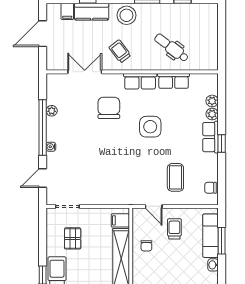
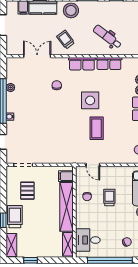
chair: (109, 108) -> (57, 85), width x0.54, depth x0.54
coffee table: (175, 177) -> (97, 128), moved
trolley: (174, 229) -> (109, 198), moved

